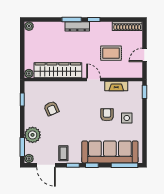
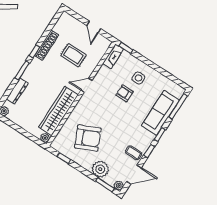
dresser: (77, 26) -> (17, 91), moved
shoe rack: (127, 26) -> (47, 45), moved
rug: (111, 53) -> (73, 55), turned 90
fireplace: (116, 86) -> (113, 56), moved
armchair: (51, 108) -> (88, 138), width x1.88, depth x1.88
sofa: (110, 152) -> (160, 113), width x0.74, depth x0.79

